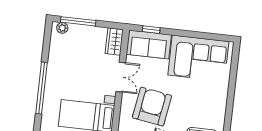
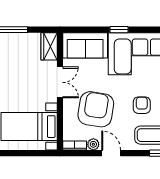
window: (151, 30) -> (119, 30), moved
armchair: (196, 108) -> (142, 105), added

